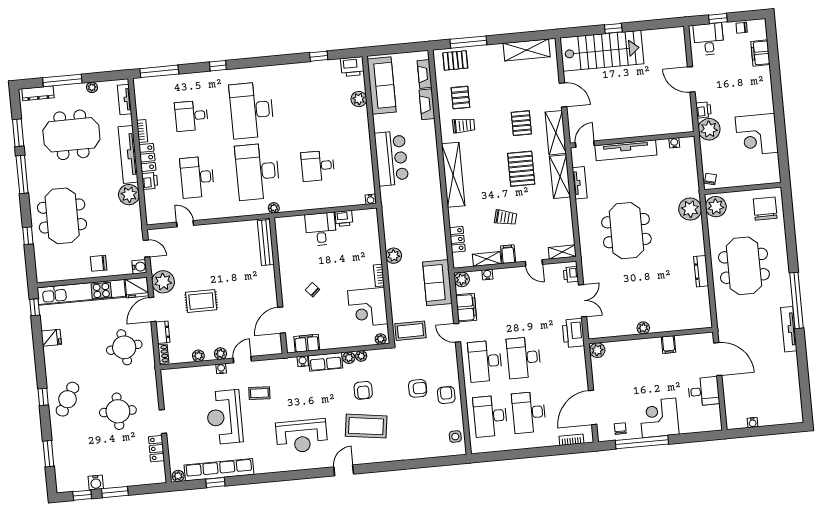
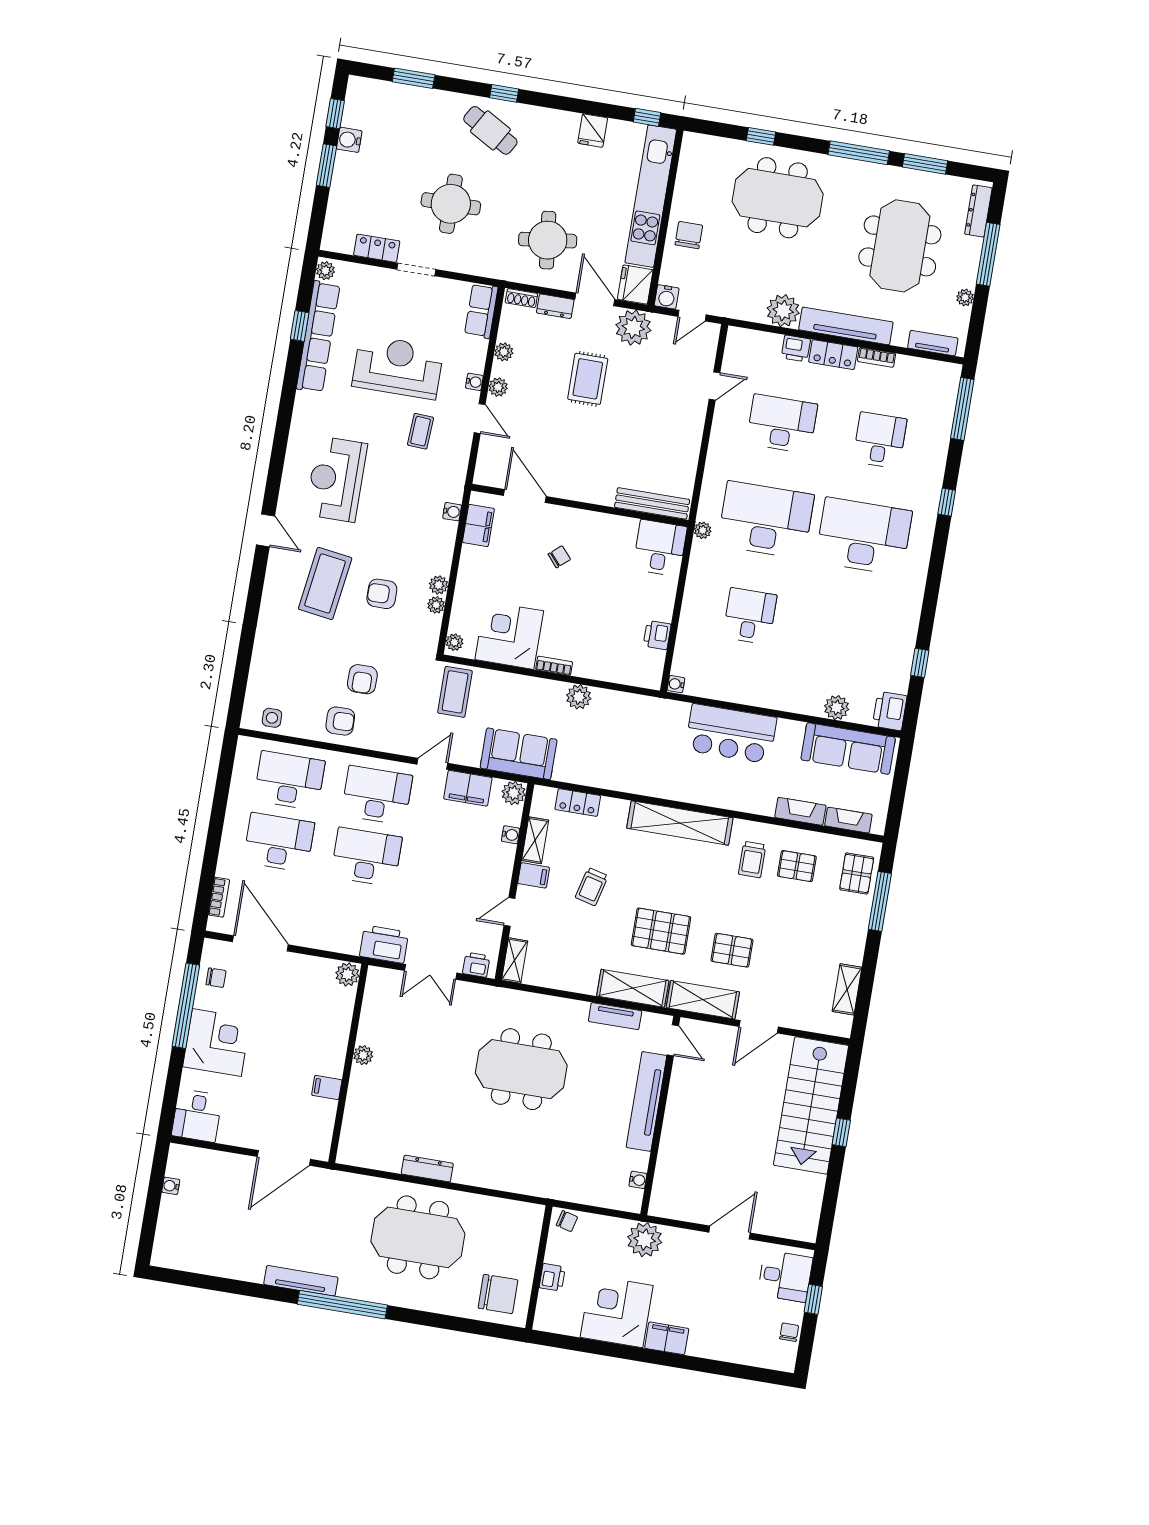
shelving: (527, 50) -> (847, 989), width x0.67, depth x0.75
filing cabinet: (760, 53) -> (667, 1338), moved
printer: (703, 110) -> (552, 1277), moved, turned -90
plant: (716, 207) -> (522, 1218), removed
plant: (690, 209) -> (529, 1177), removed
desk: (321, 229) -> (660, 548), moved, turned -90
row of seats: (326, 362) -> (481, 311), moved
desk: (704, 391) -> (197, 1116), moved

